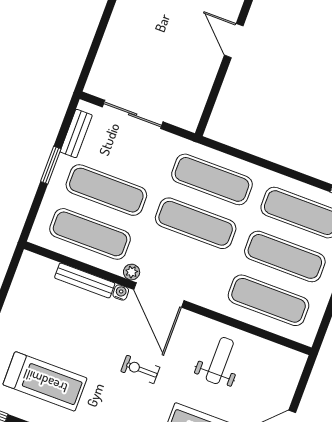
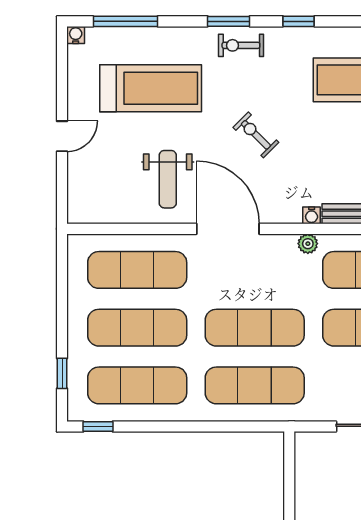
door: (159, 295) -> (228, 229), moved
exercise bike: (140, 369) -> (256, 135), turned -135

